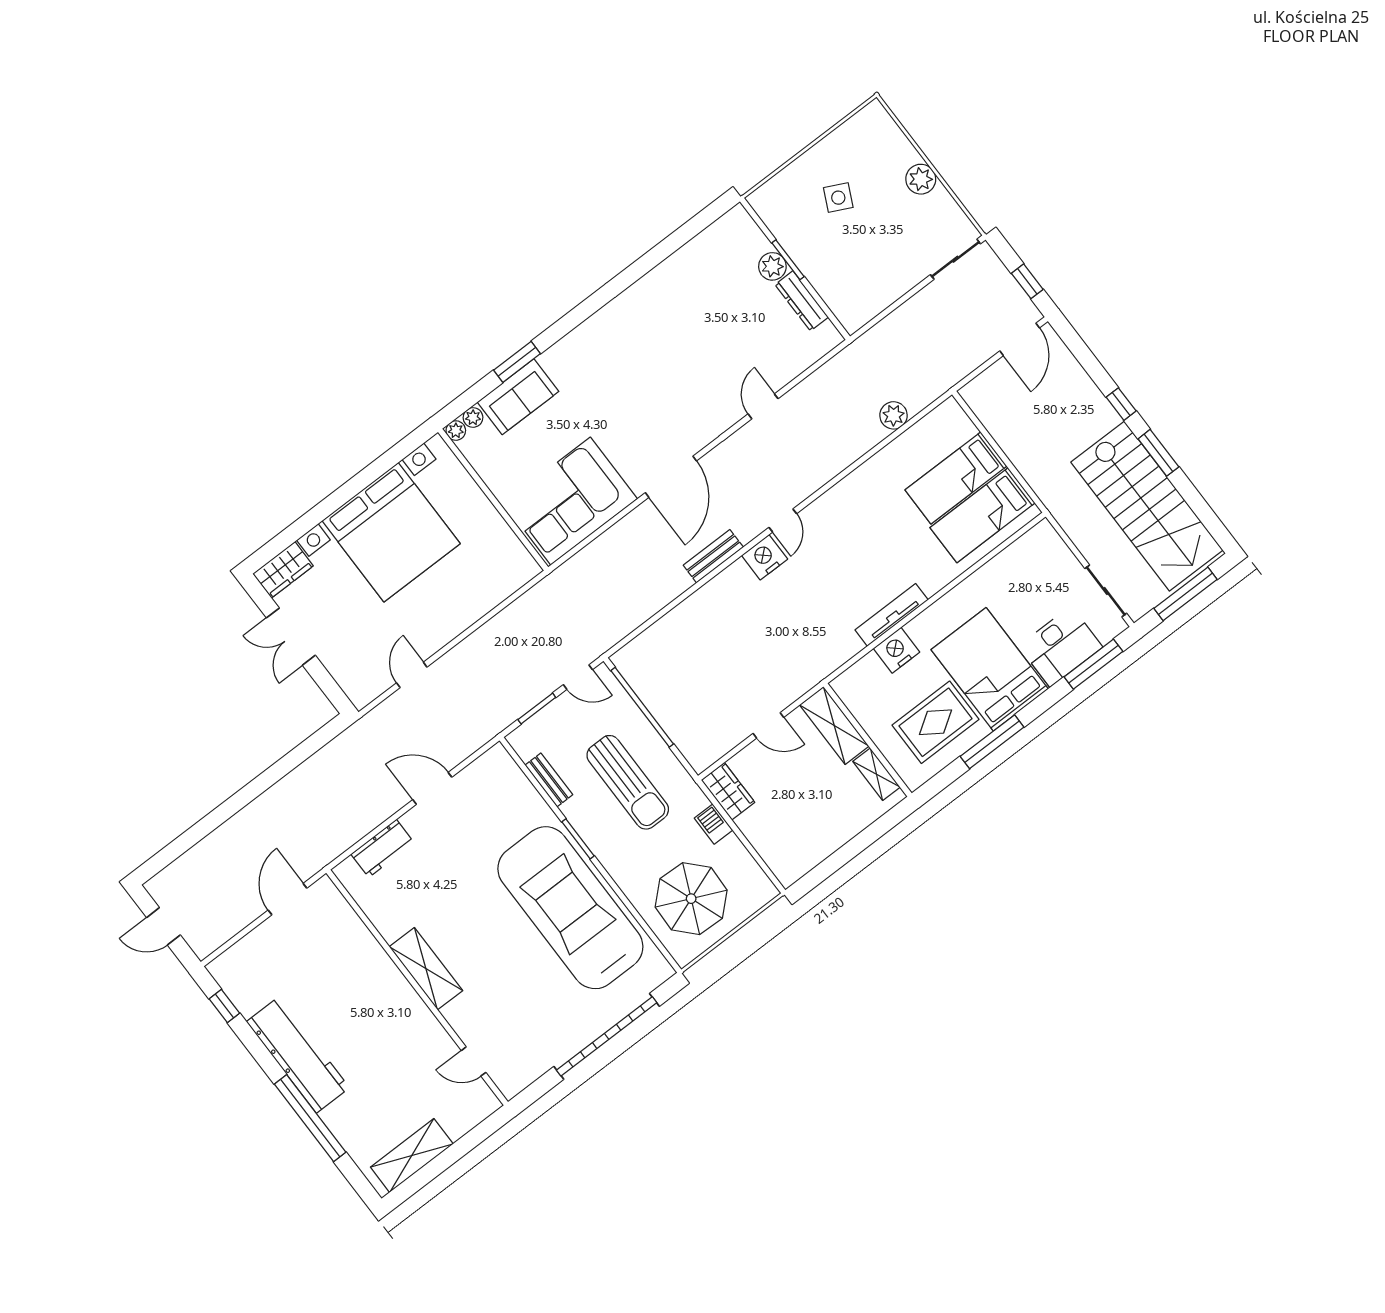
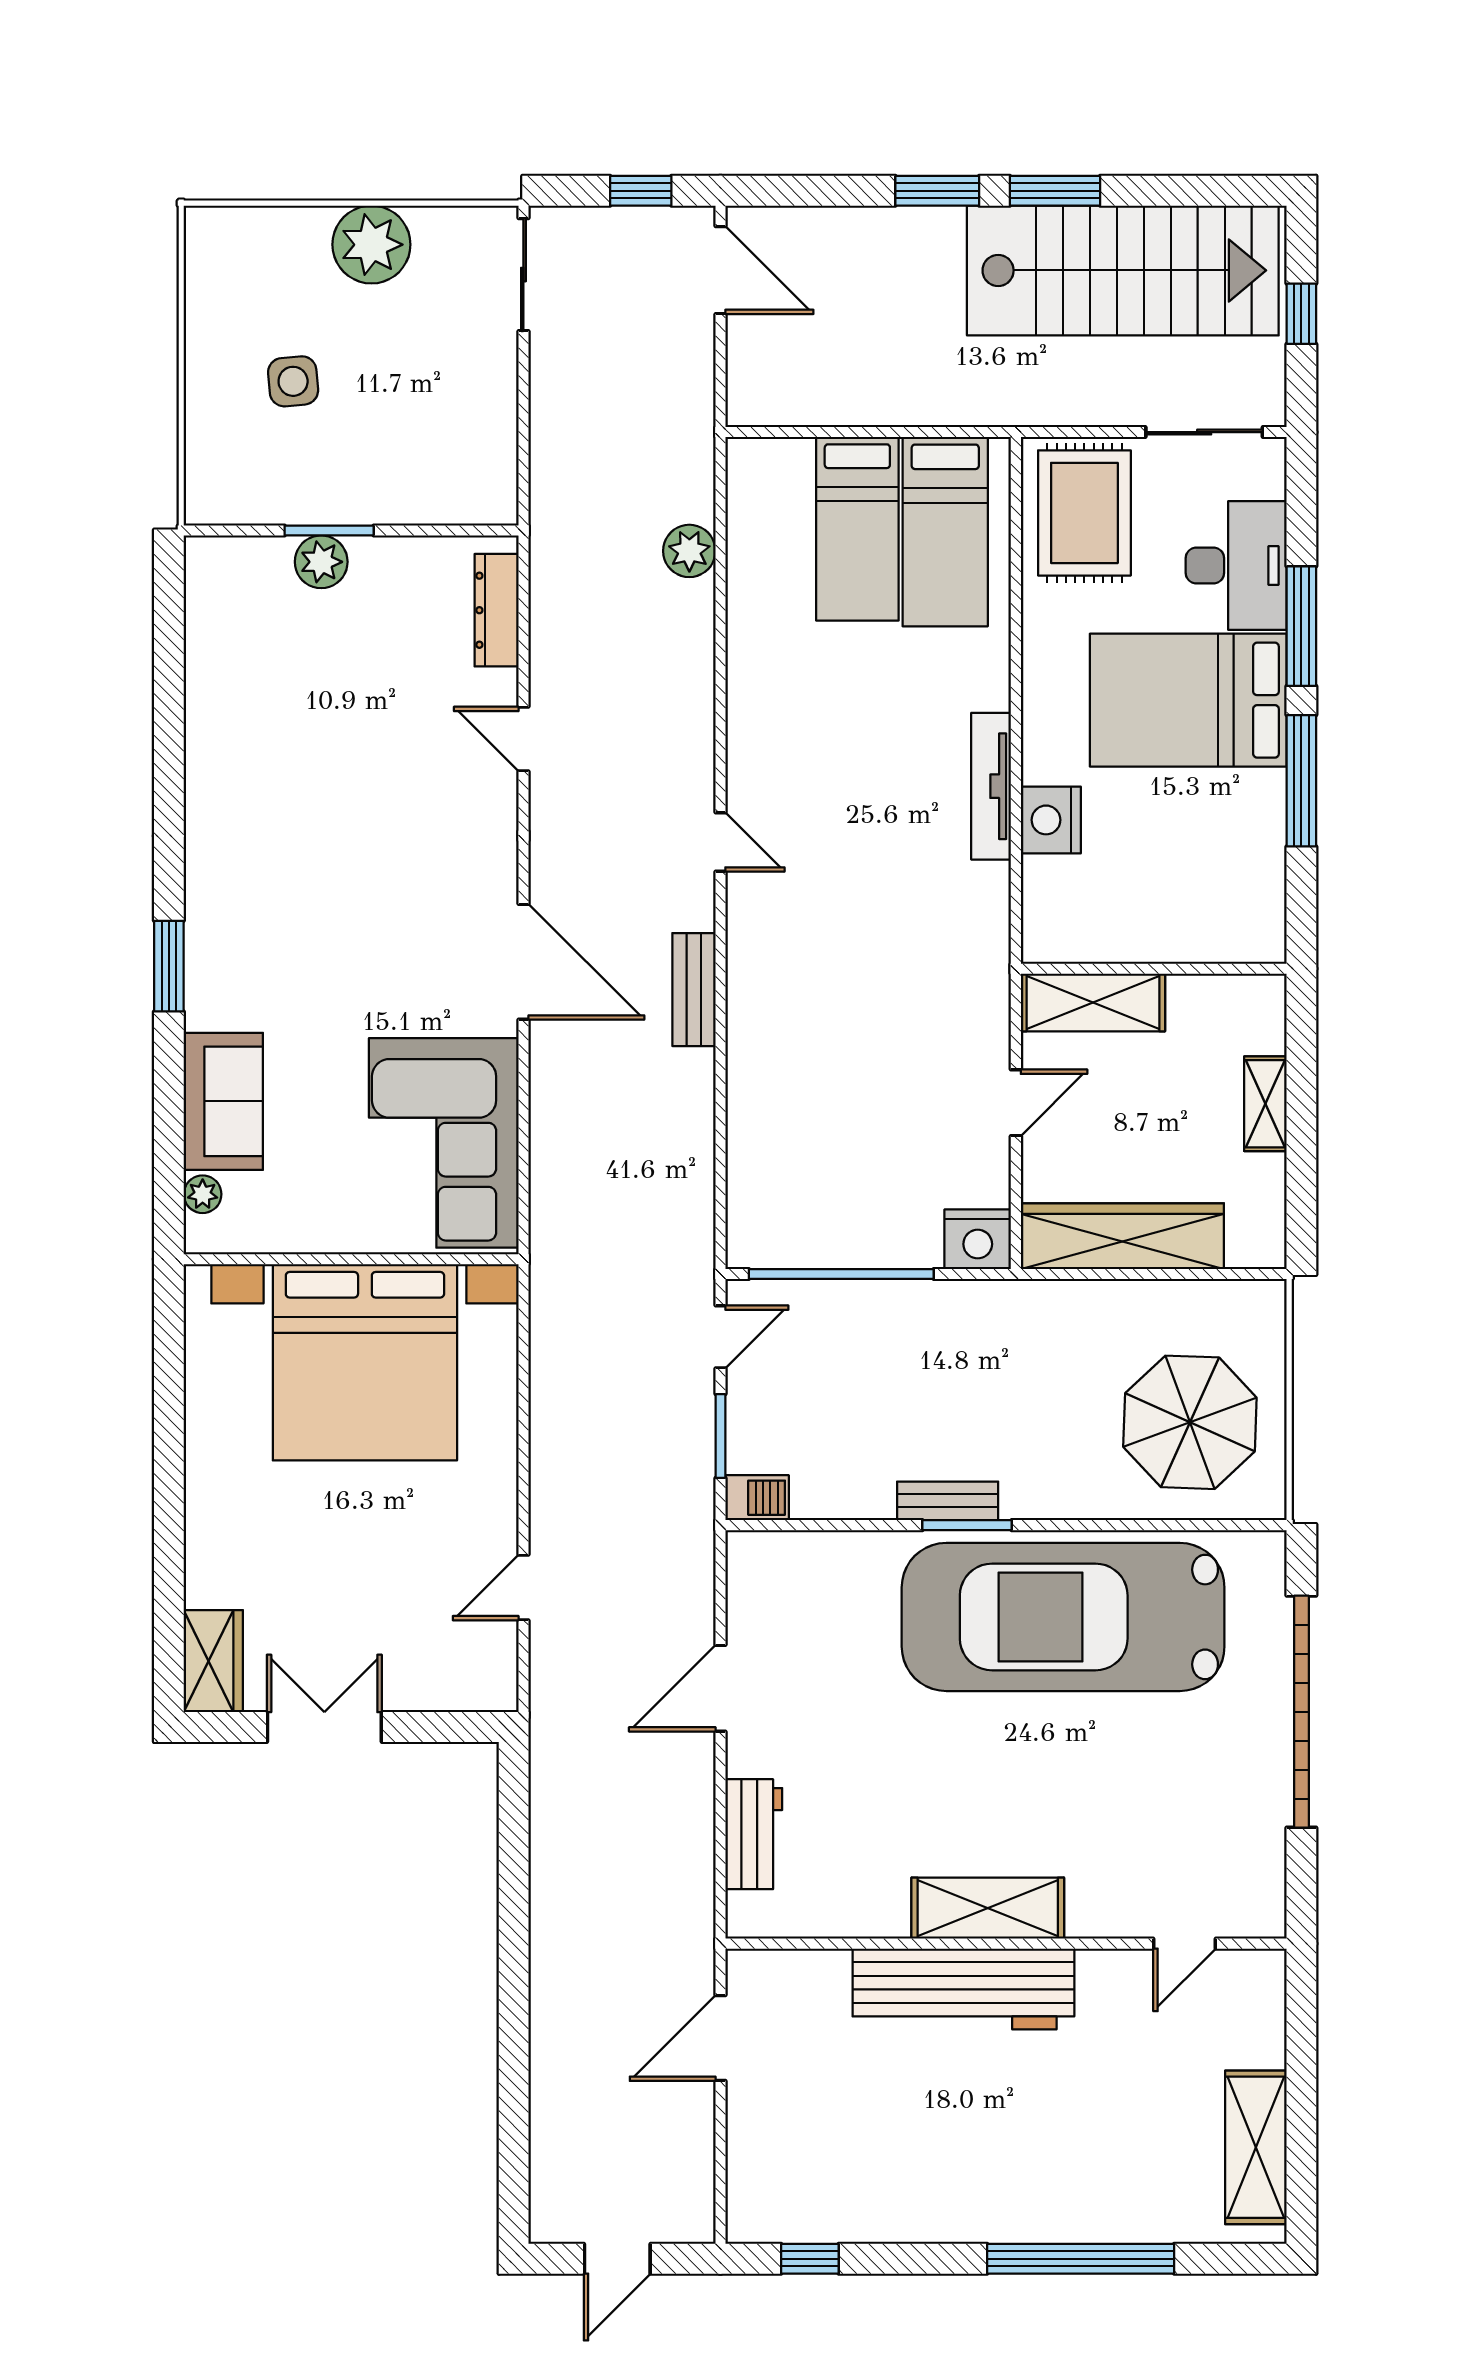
plant: (921, 179) -> (371, 245), width x1.36, depth x1.36
side table: (838, 198) -> (293, 381), turned -31
dresser: (802, 301) -> (497, 610), moved, turned 90
window: (517, 362) -> (169, 966), moved
window: (1121, 404) -> (937, 191), width x1.50
plant: (456, 431) -> (202, 1236), removed
bed with nightstands: (391, 532) -> (365, 1362), moved, turned 90
nightstand: (765, 557) -> (978, 1239), moved, turned -90
window: (1186, 594) -> (1301, 314), width x0.46
double door: (291, 637) -> (324, 1727), swing flipped
window: (1093, 664) -> (1301, 626), moved
door: (412, 675) -> (523, 1587), hinge flipped
rug: (935, 722) -> (1084, 513), moved
shelving: (876, 774) -> (1265, 1104), moved, turned 90
bench: (549, 780) -> (948, 1501), moved
sun lounger: (628, 782) -> (939, 1383), removed
wardrobe: (728, 791) -> (1122, 1236), width x2.10, depth x1.17
barbecue: (714, 824) -> (757, 1498), moved, turned 180
door: (288, 899) -> (720, 2038), hinge flipped
workbench: (298, 1055) -> (963, 1989), moved, turned 180

